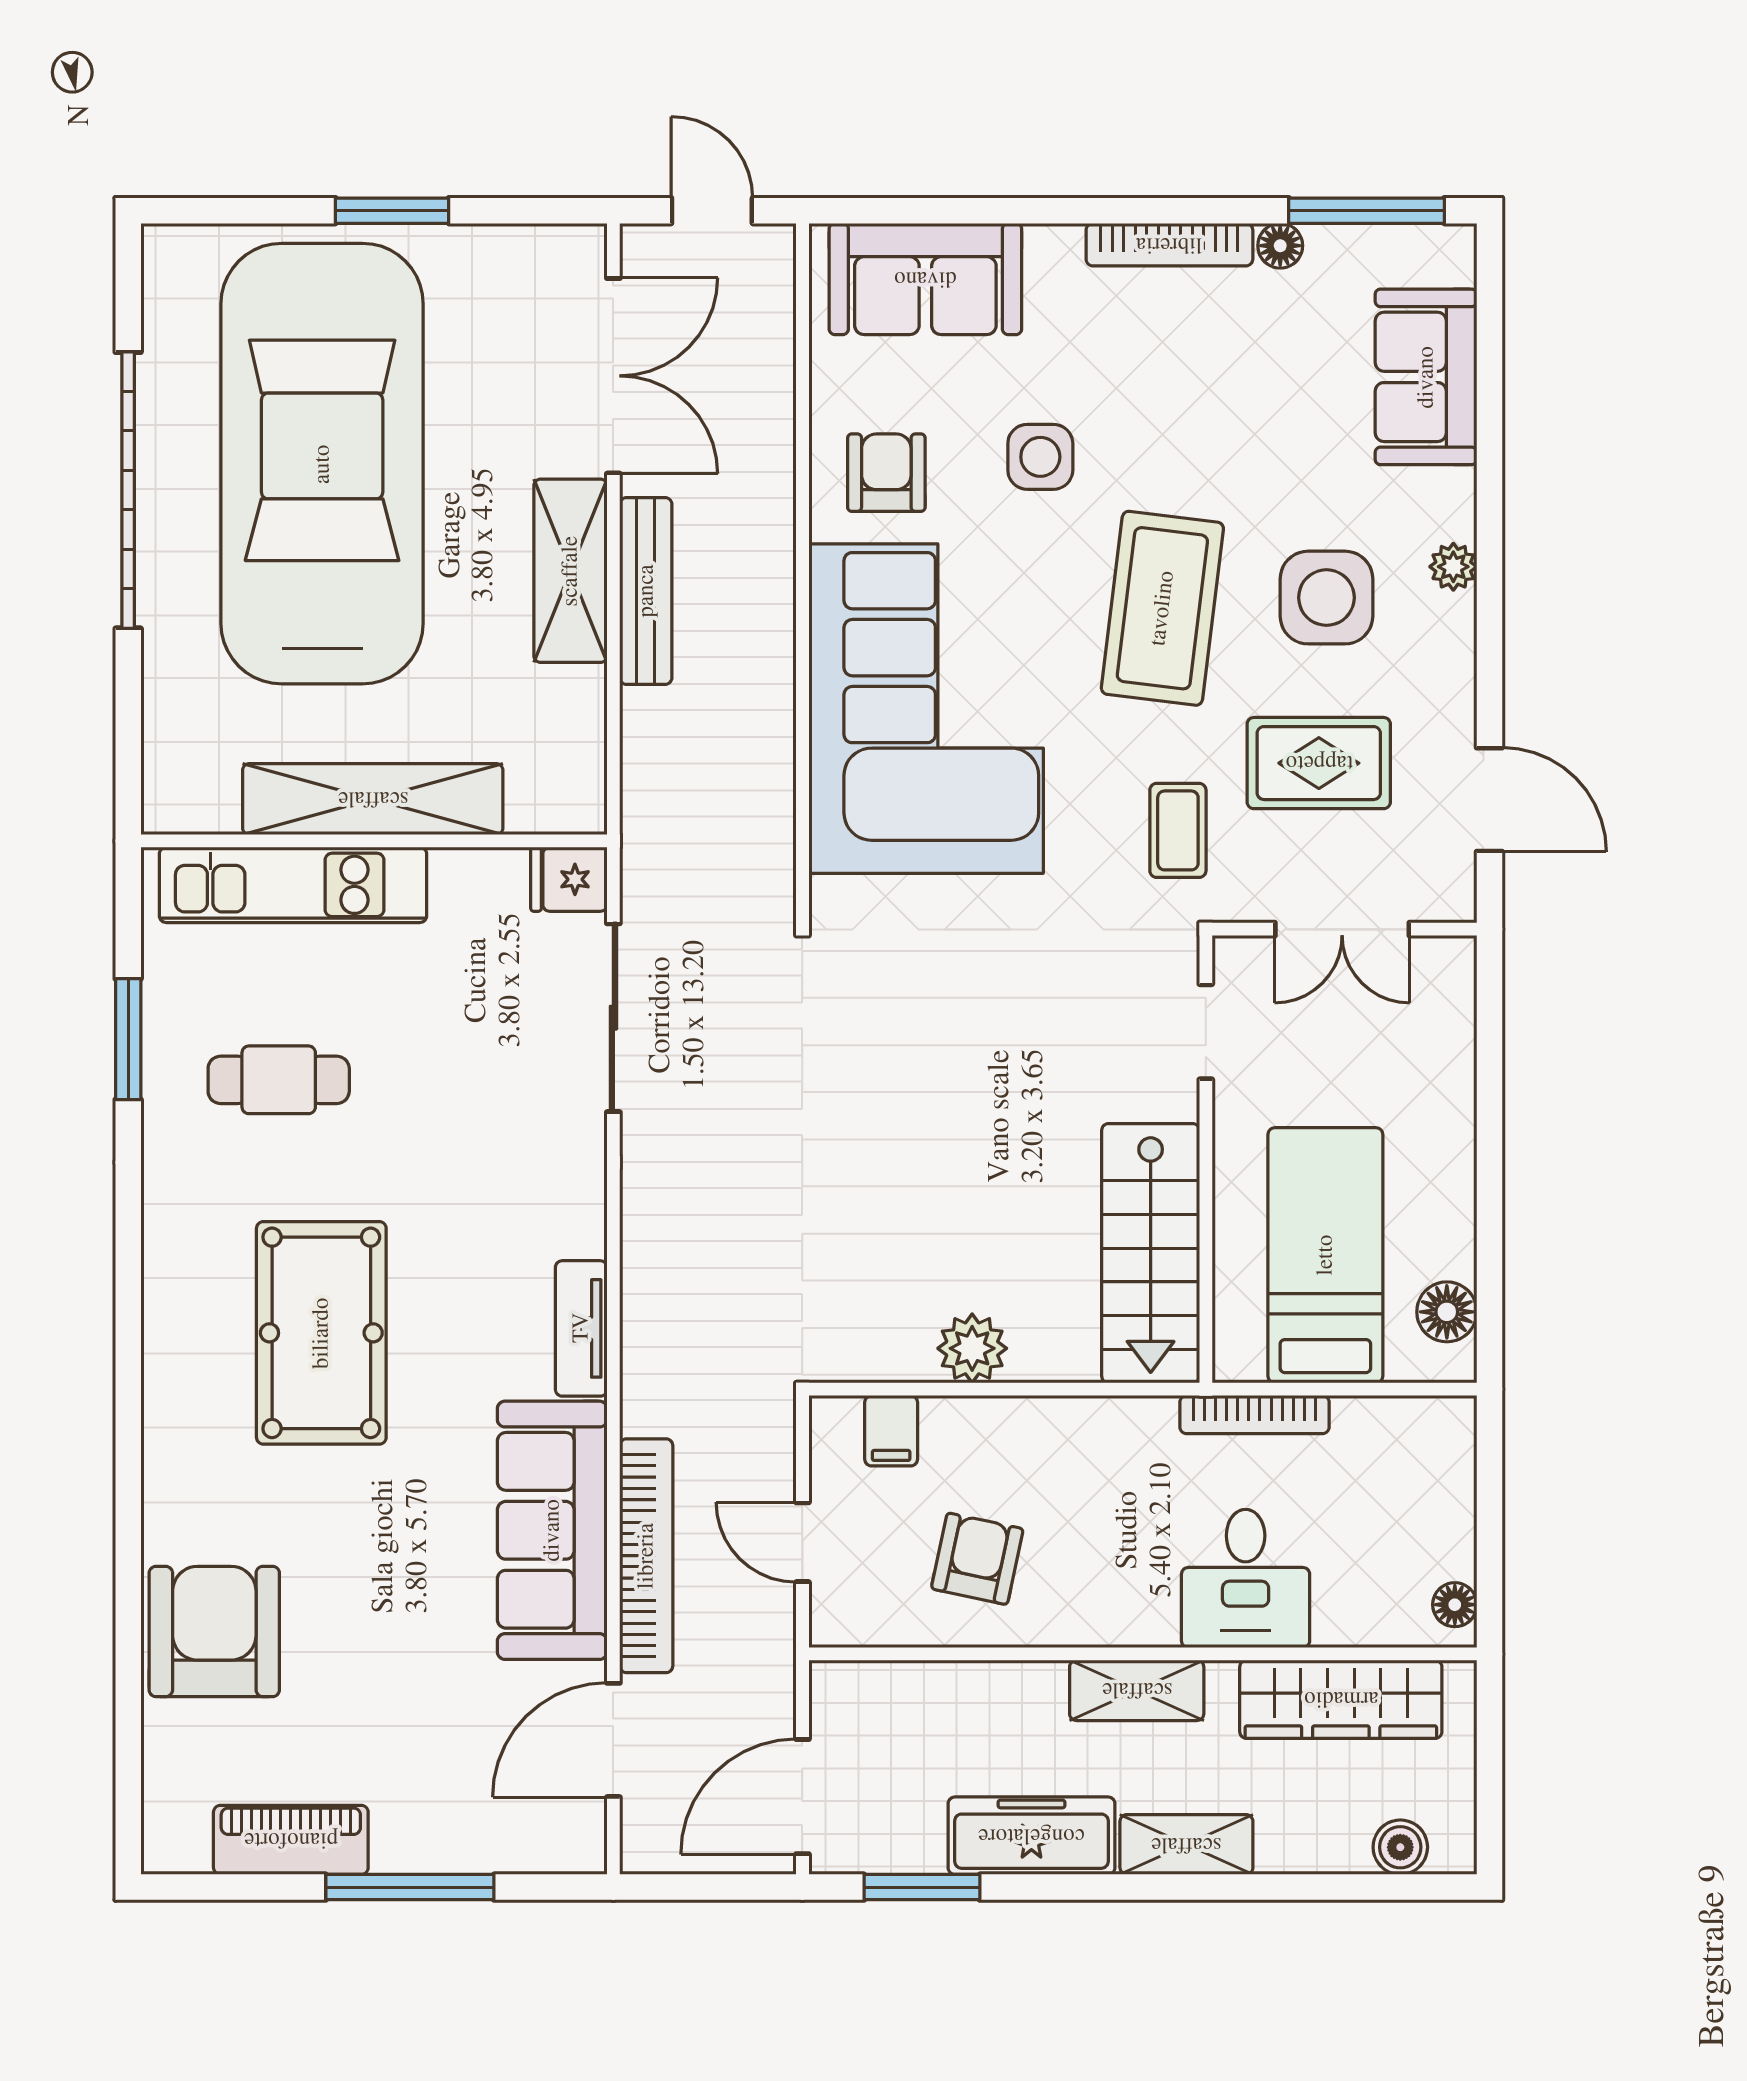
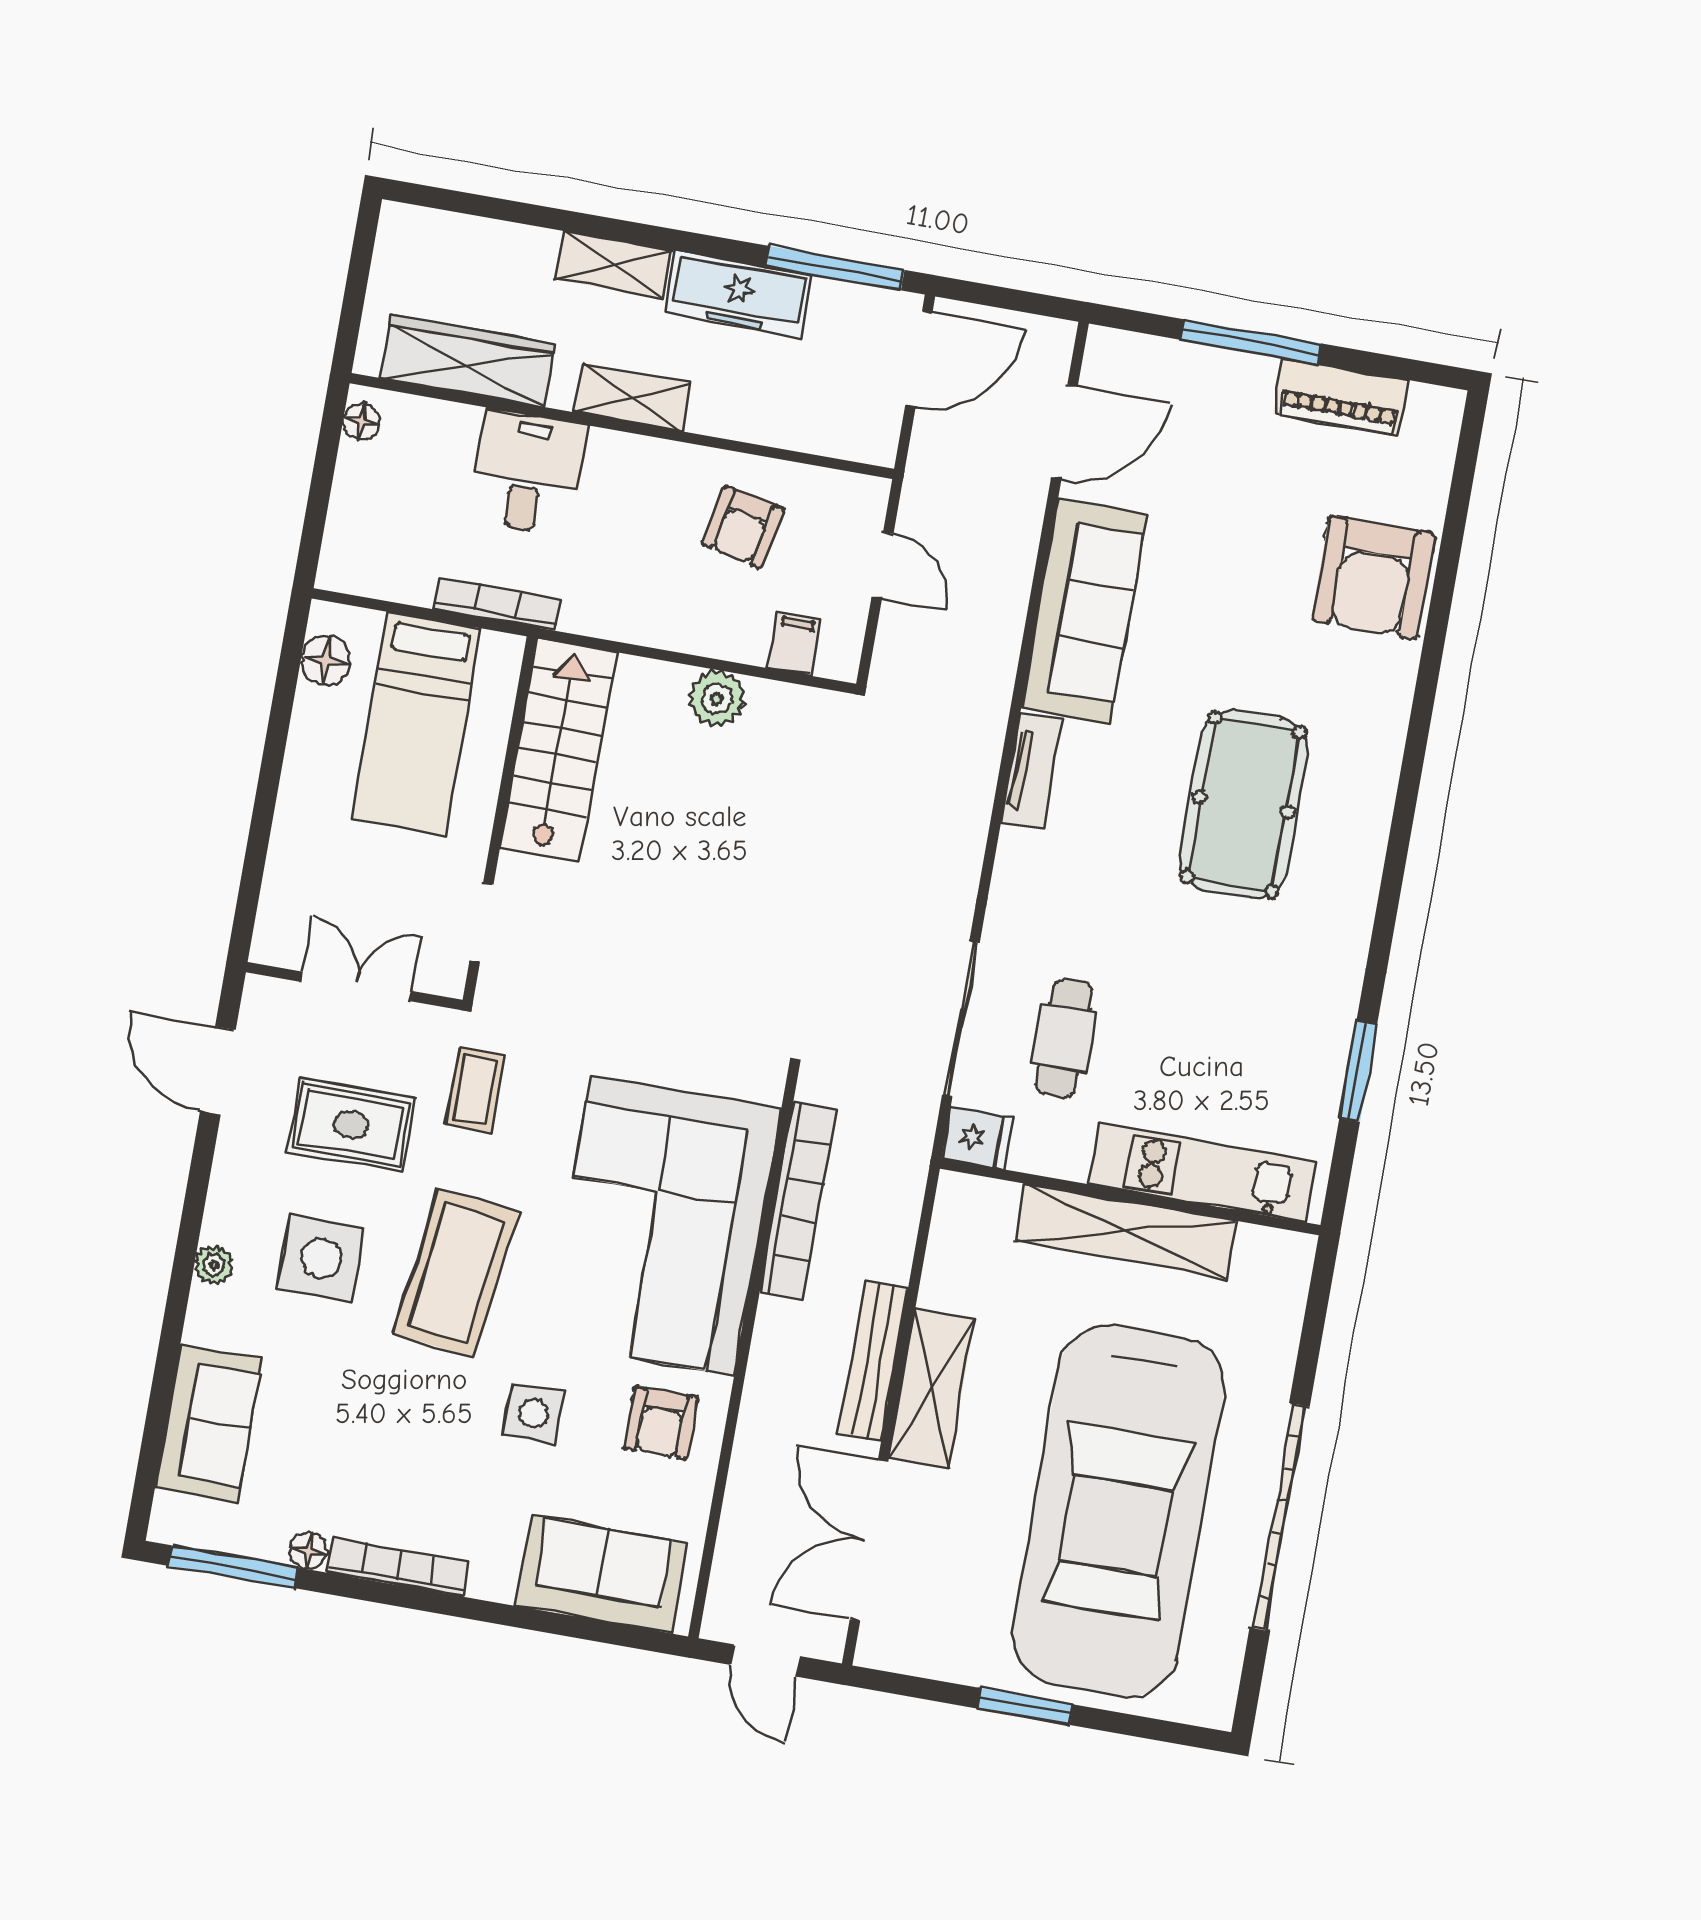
cafe table: (279, 1080) -> (1064, 1038), moved, turned 90
bookcase: (646, 1556) -> (798, 1200), moved, turned 180
boiler: (1400, 1847) -> (440, 232), removed
window: (922, 1887) -> (835, 268), width x1.44

